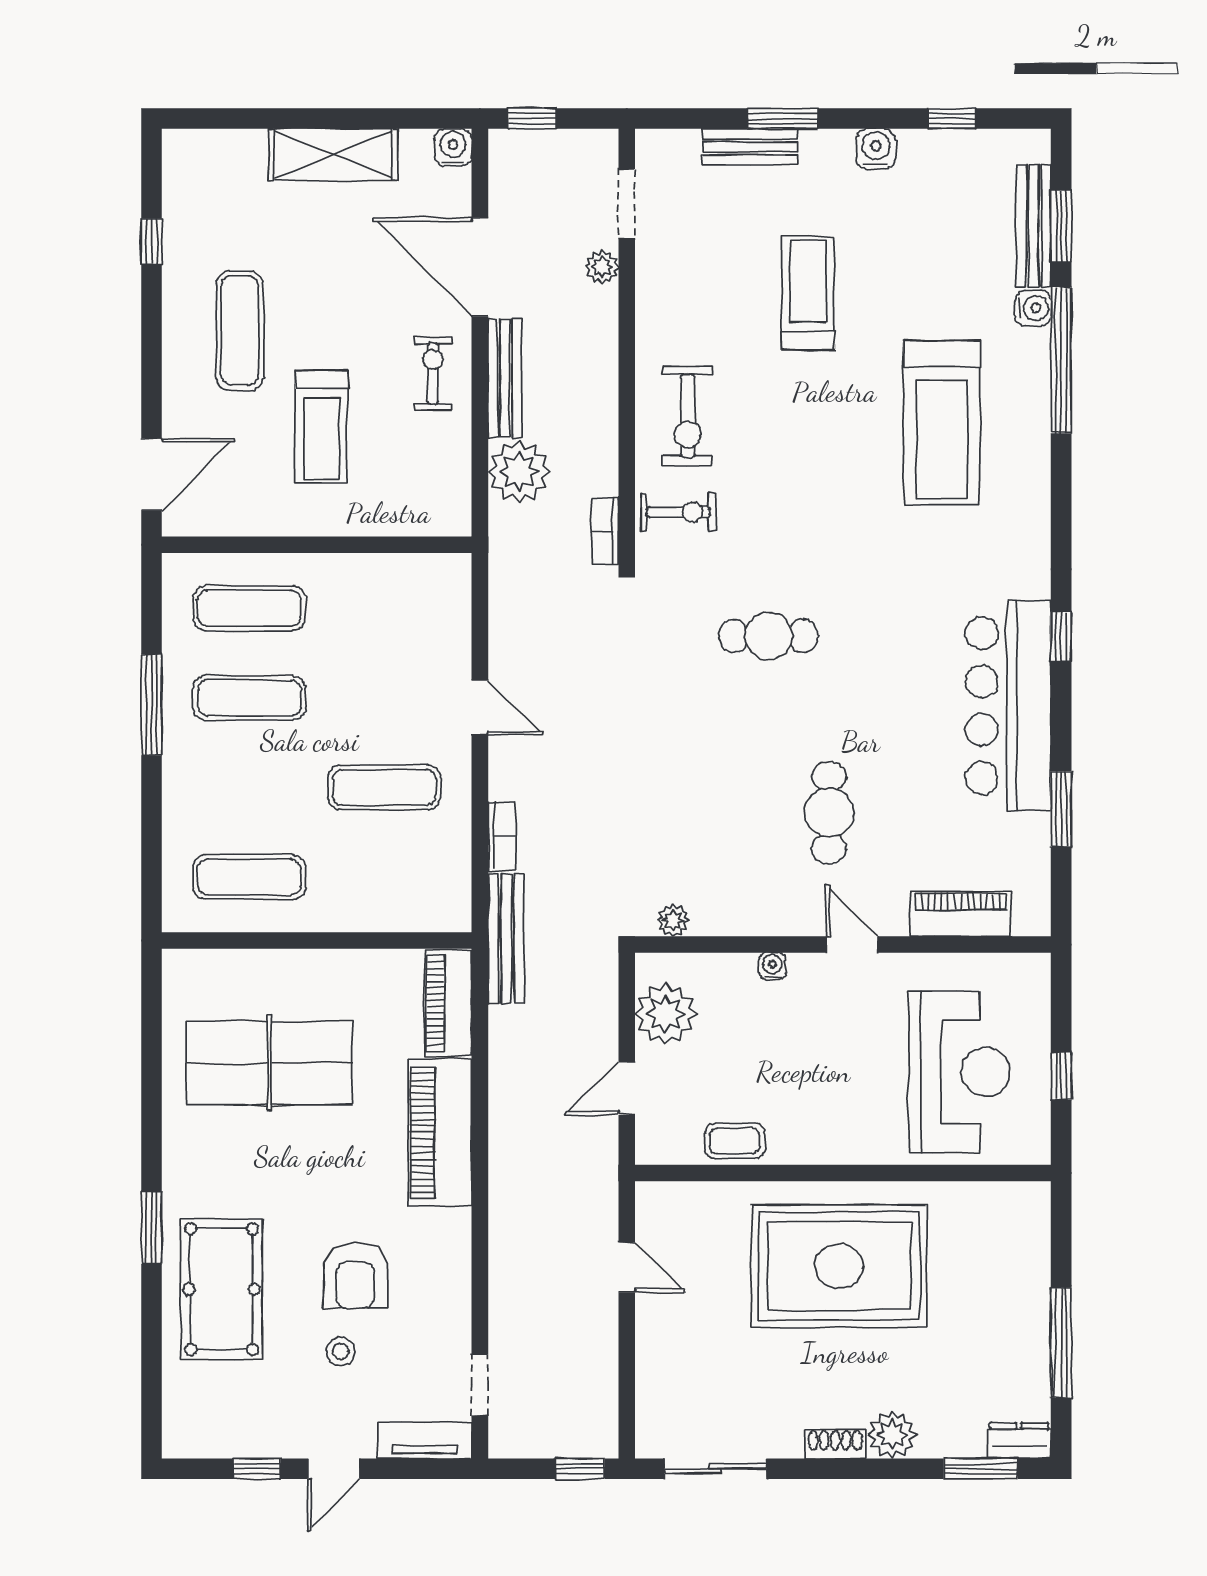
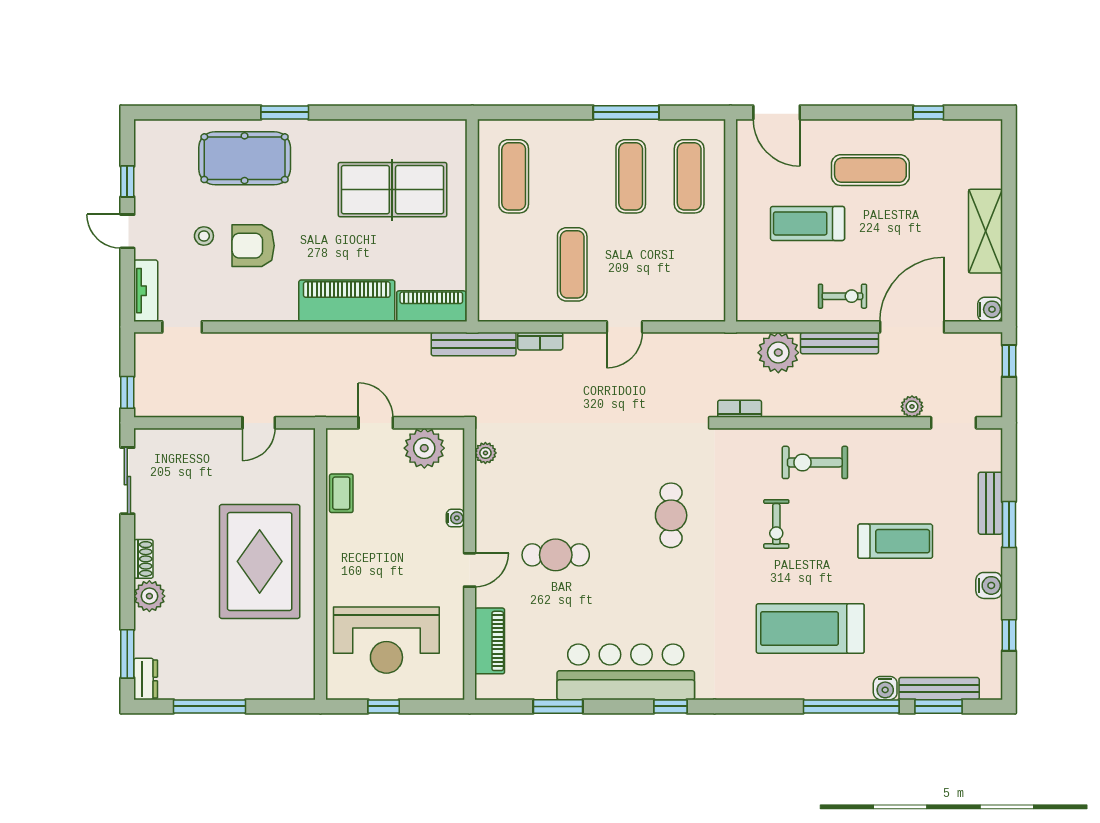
exercise bike: (678, 512) -> (776, 524), moved
table tennis table: (270, 1063) -> (392, 190), turned 90

